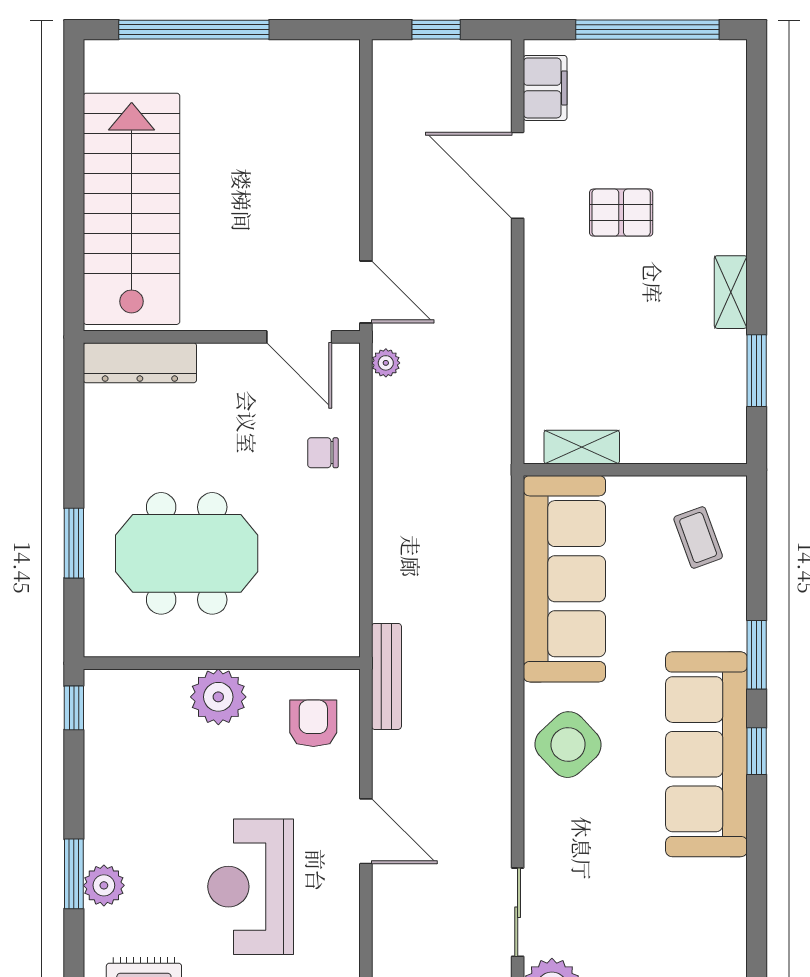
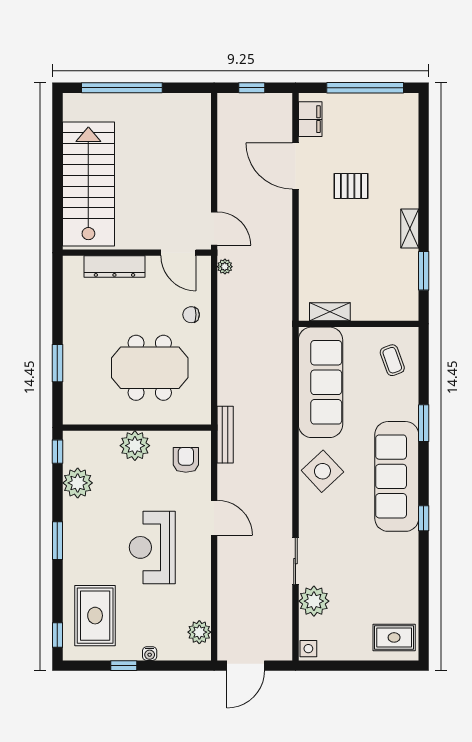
dresser: (140, 363) -> (114, 266), moved
meeting table: (187, 553) -> (150, 368), moved
window: (757, 751) -> (424, 518), moved
plant: (104, 885) -> (78, 483), moved, width x1.36, depth x1.36

